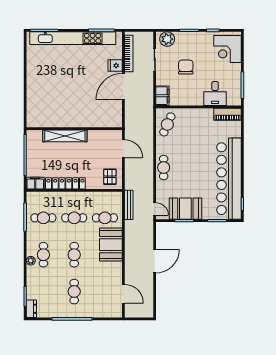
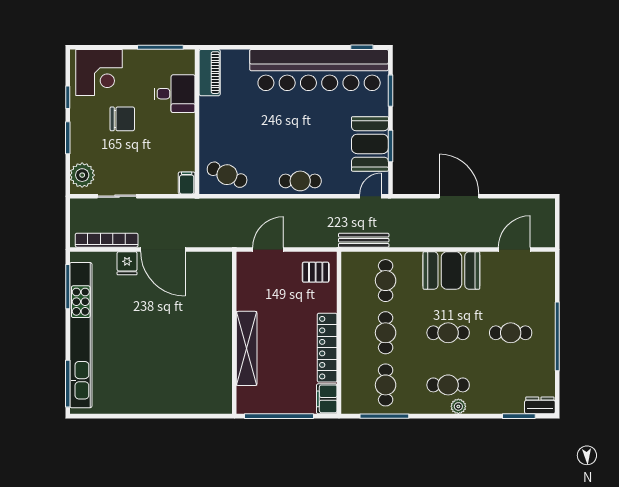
chair: (186, 67) -> (122, 119), moved, turned 180
filing cabinet: (162, 96) -> (187, 183), width x0.50
booth: (111, 245) -> (451, 270), moved

